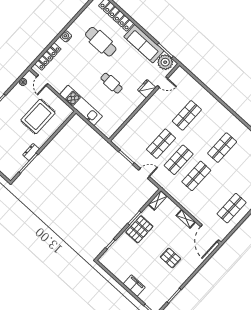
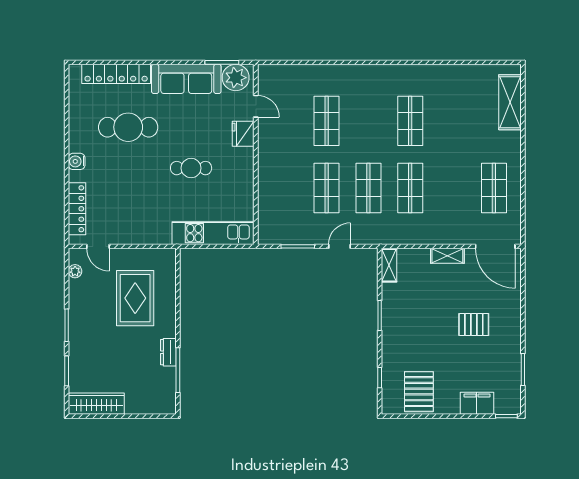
door: (163, 82) -> (256, 106), hinge flipped
kitchen unit: (81, 105) -> (213, 233), moved
pallet: (139, 229) -> (419, 392), moved
filing cabinet: (134, 286) -> (477, 403), moved

